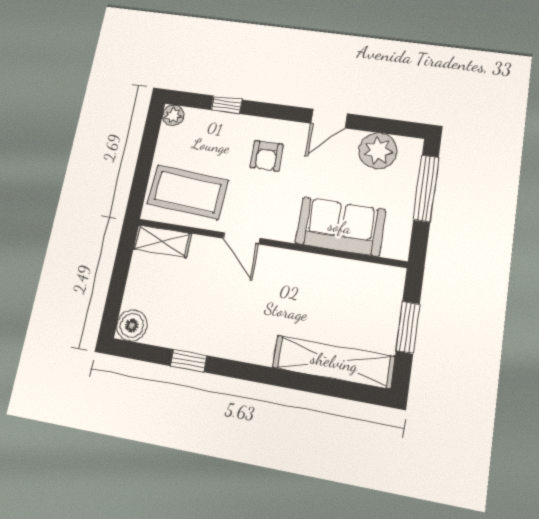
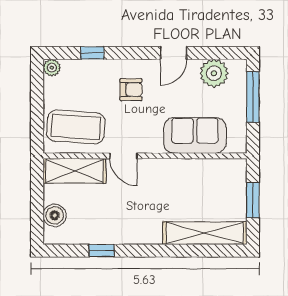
armchair: (267, 156) -> (131, 90), turned -90
shelving: (162, 241) -> (75, 171), width x1.50, depth x1.33
boiler: (132, 325) -> (55, 215), moved

